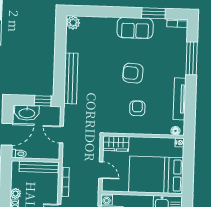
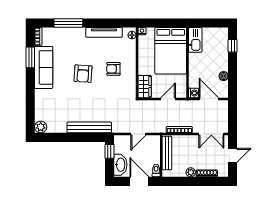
sofa: (135, 28) -> (44, 67), width x1.36

